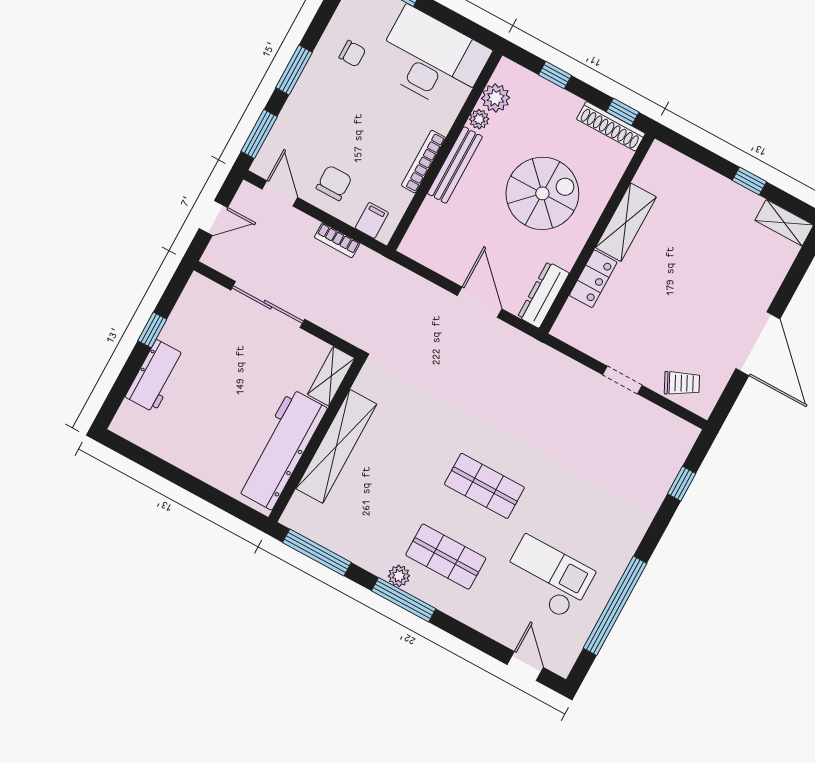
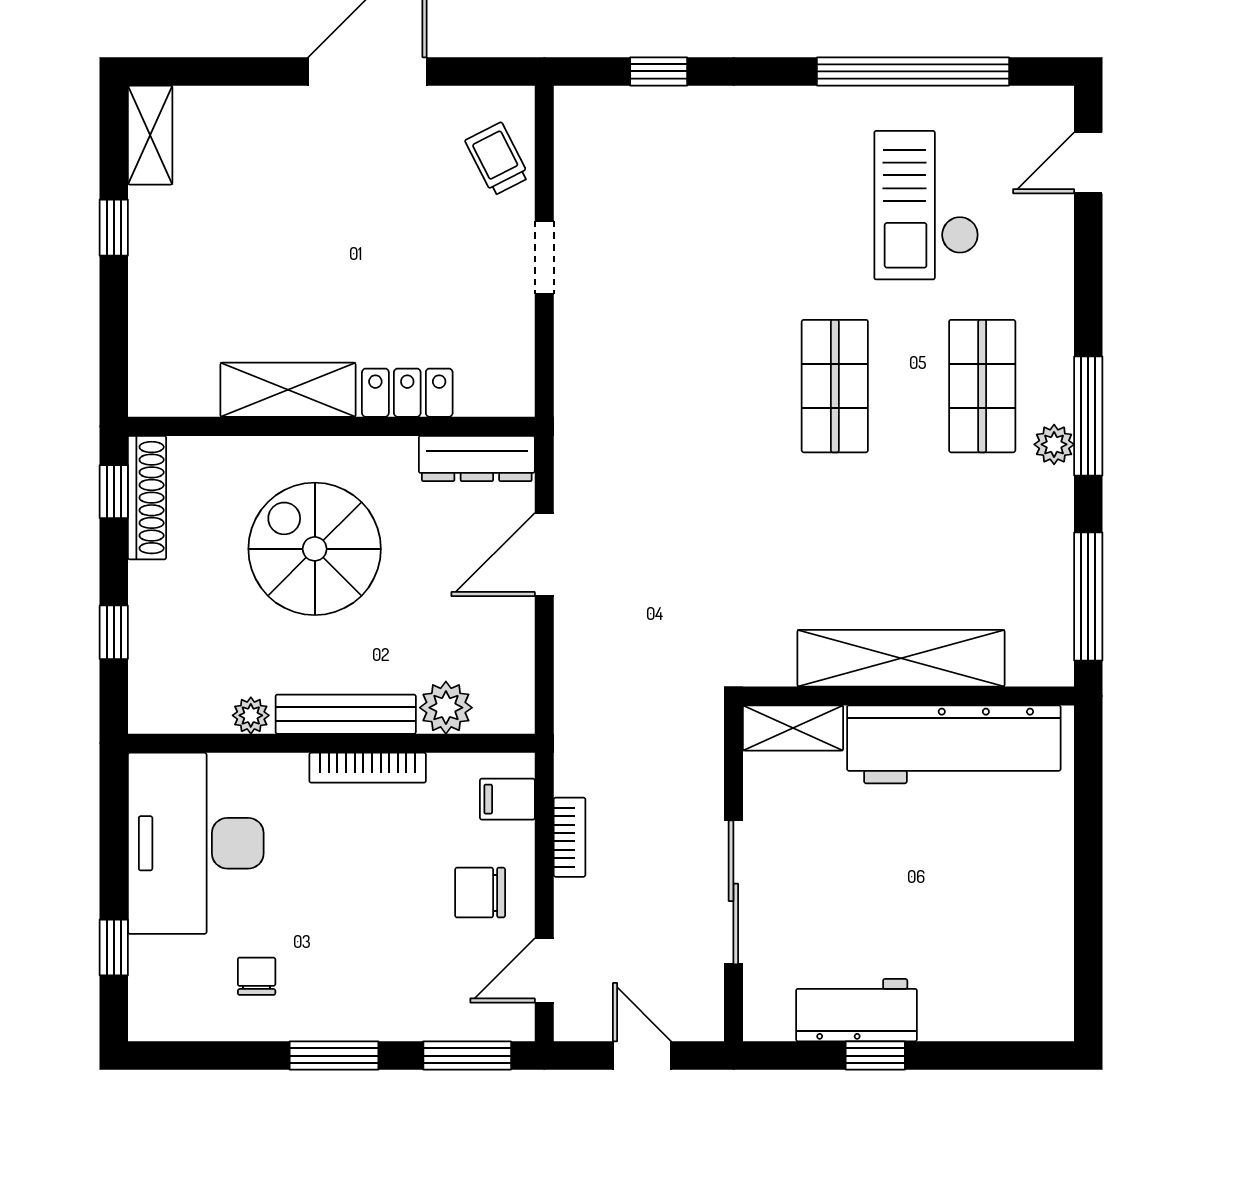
plant: (496, 98) -> (446, 708), moved
workbench: (155, 376) -> (857, 1010), moved

